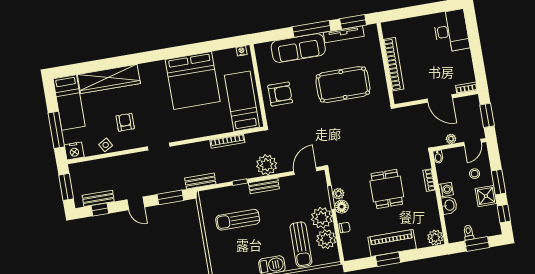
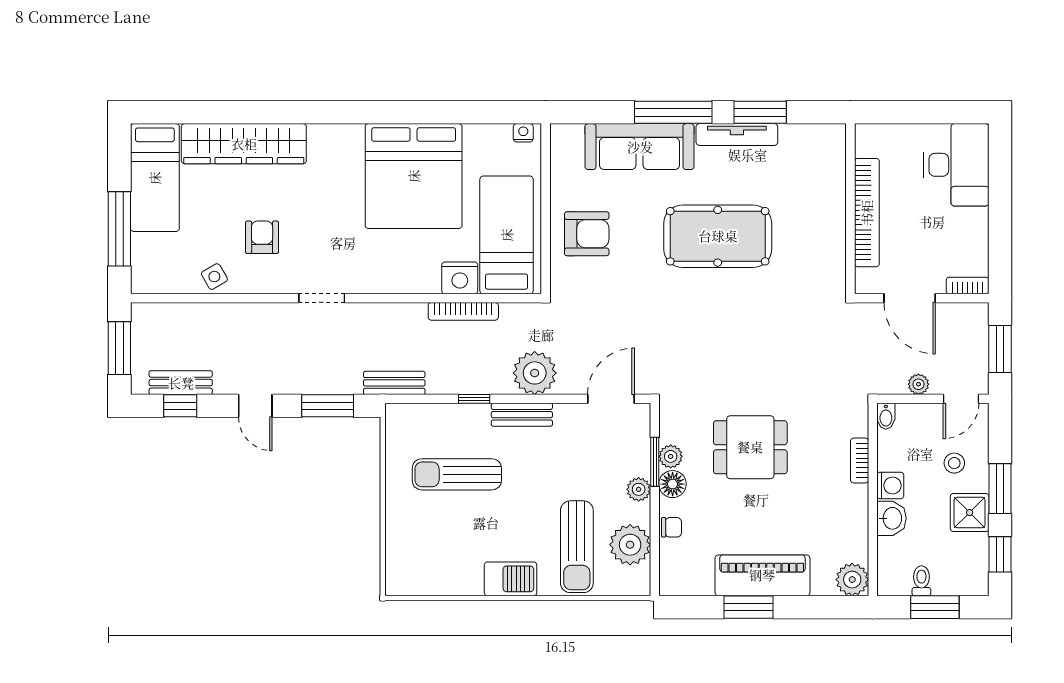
wall: (385, 64) -> (850, 209), moved
bookcase: (394, 64) -> (867, 213), moved
nightstand: (74, 151) -> (460, 278), moved
dining table: (387, 189) -> (750, 447), moved, turned 90
plant: (322, 218) -> (639, 489), width x0.53, depth x0.53

